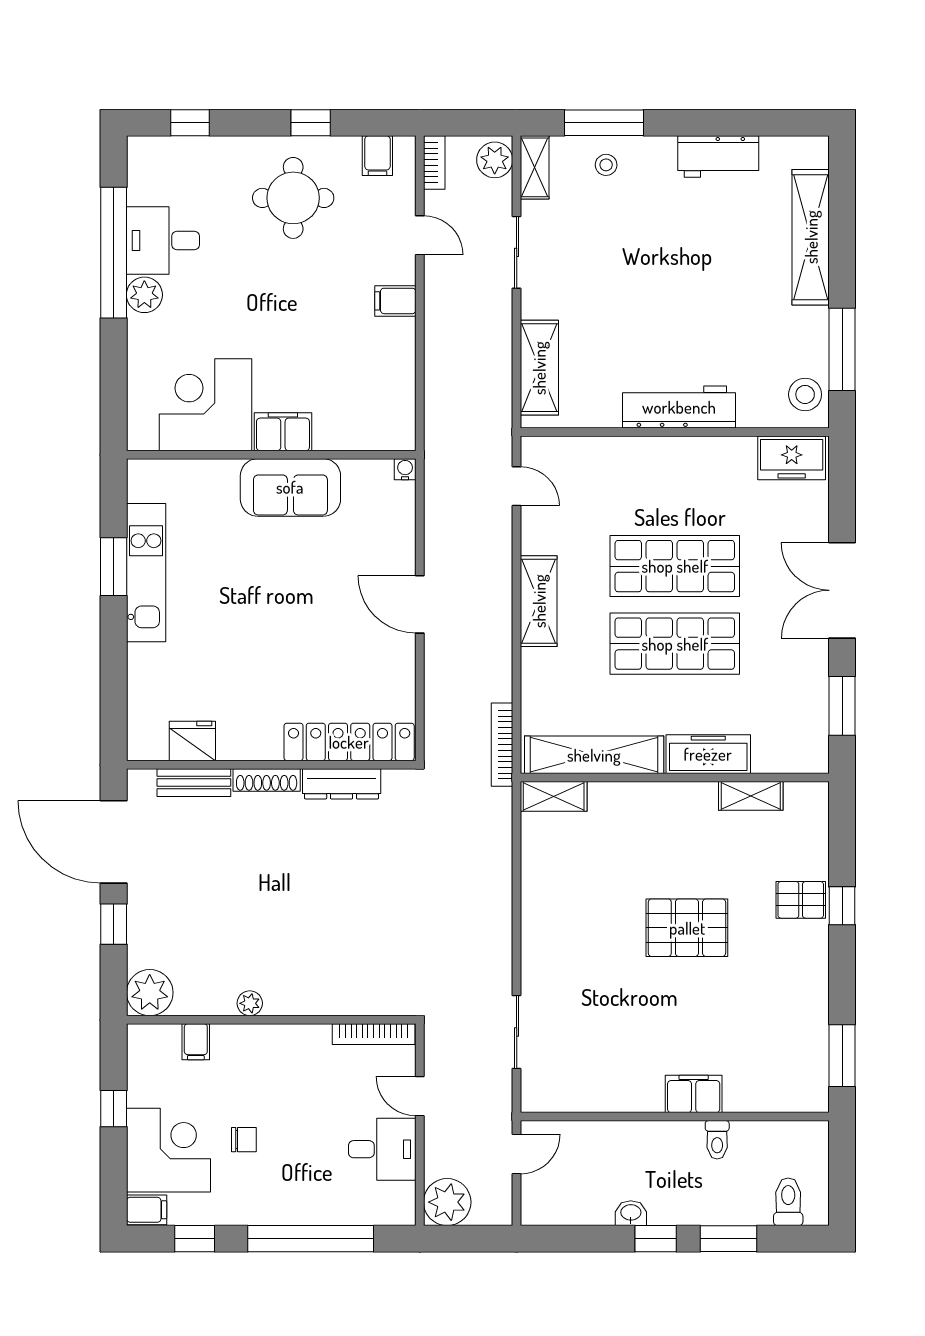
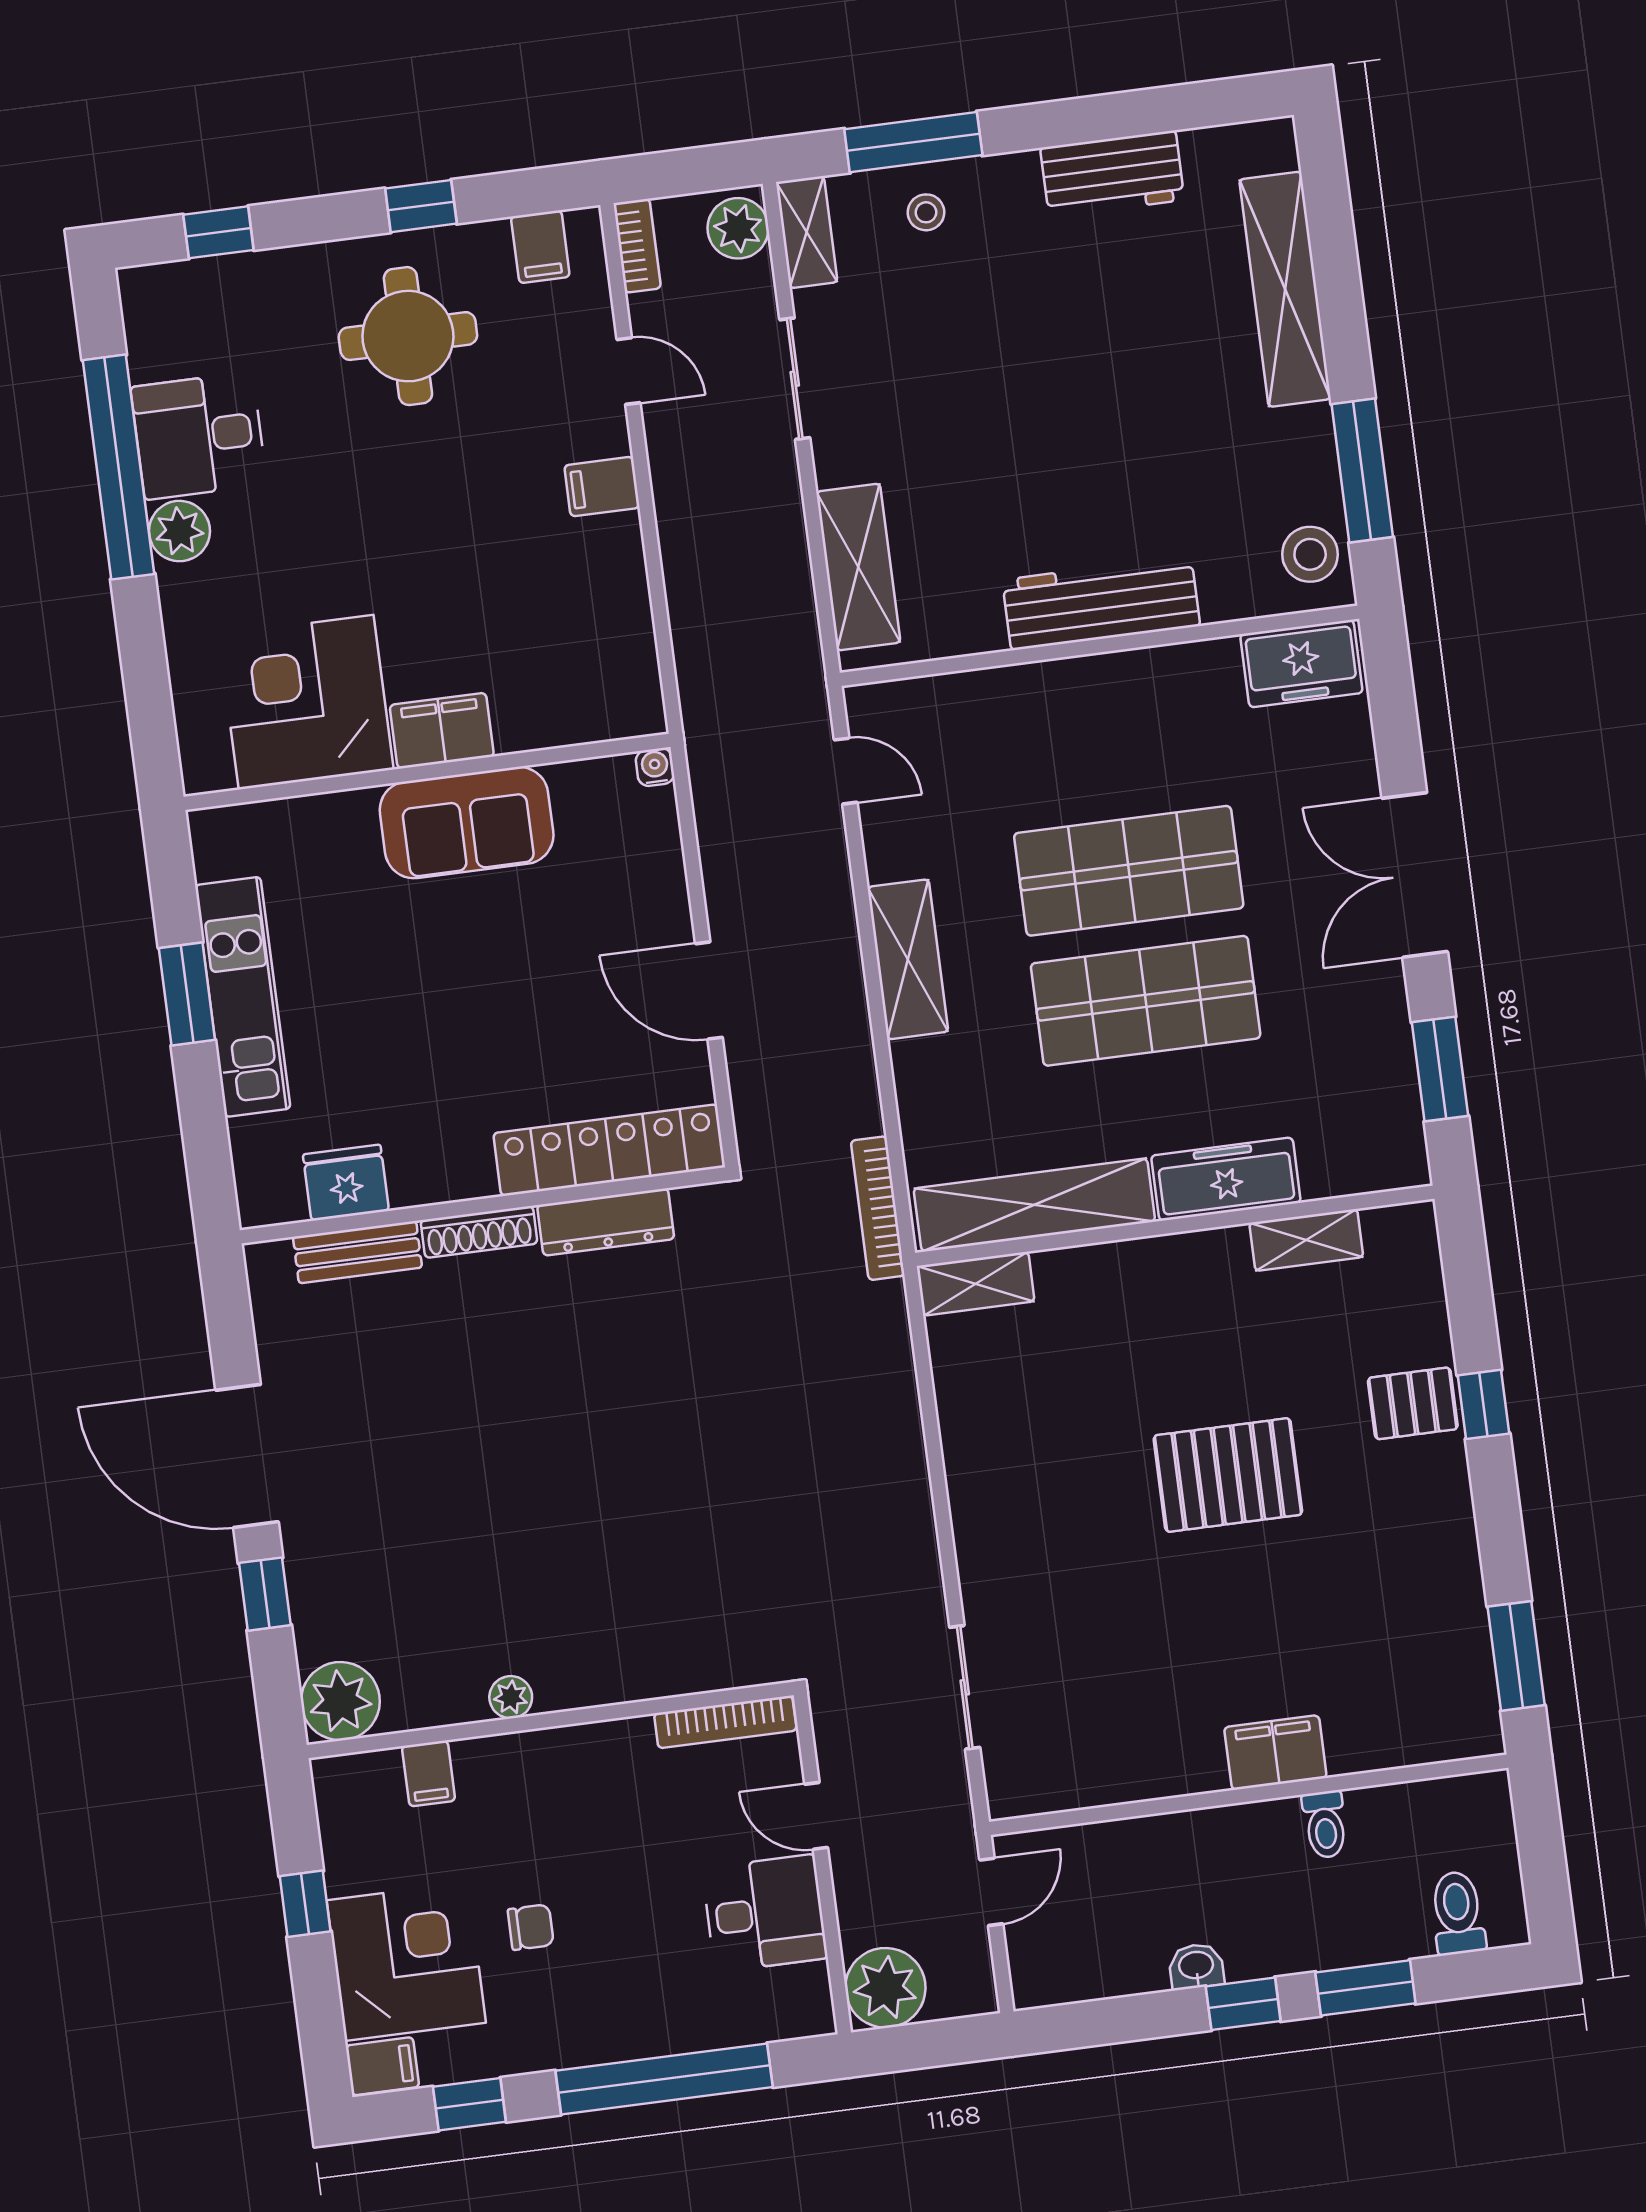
fridge: (192, 741) -> (346, 1183), moved
locker: (349, 742) -> (609, 1150), moved
wall: (271, 765) -> (483, 1205), moved
shoe rack: (267, 780) -> (479, 1232), moved
bench: (194, 783) -> (357, 1252), moved
dresser: (342, 784) -> (606, 1222), moved

